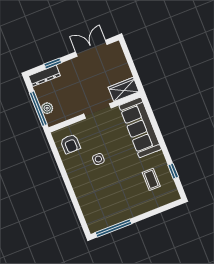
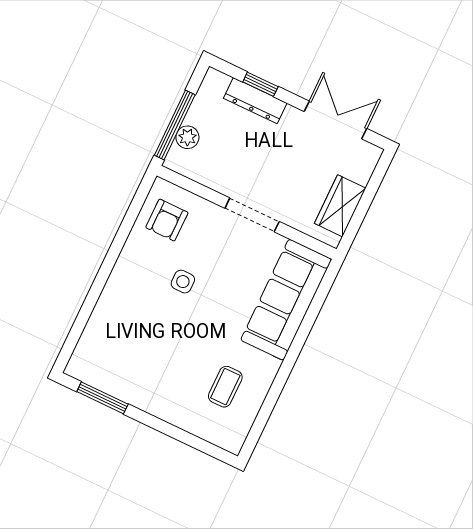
dresser: (44, 76) -> (255, 101), moved
wardrobe: (124, 89) -> (340, 206), moved, turned -90
window: (173, 171) -> (267, 408), removed
window: (113, 228) -> (102, 398), width x0.69

